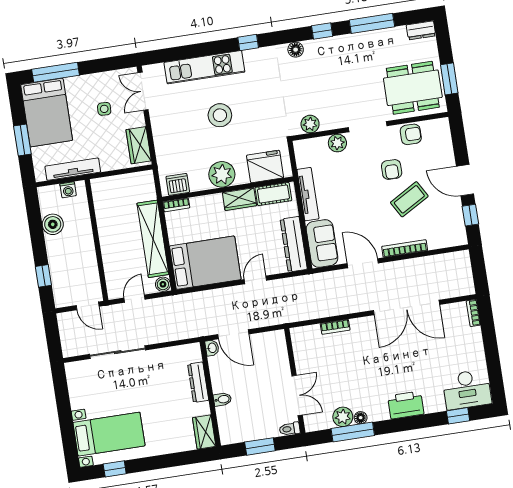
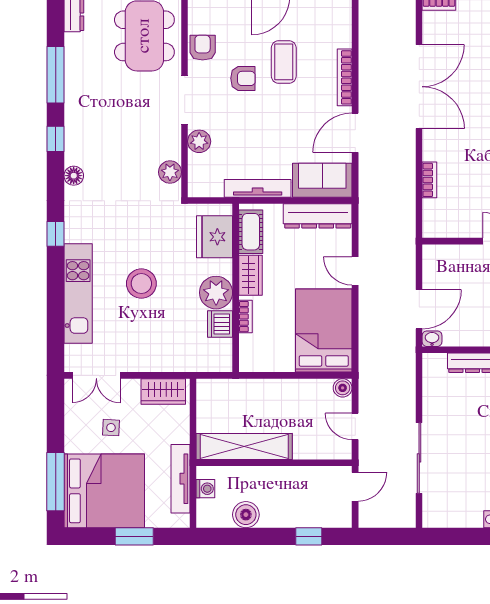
bed: (47, 113) -> (104, 491), width x1.36
dishwasher: (178, 184) -> (220, 324), moved
coffee table: (409, 199) -> (284, 62), turned 30
bookcase: (176, 205) -> (245, 317), moved
shelving: (153, 239) -> (244, 447), moved

